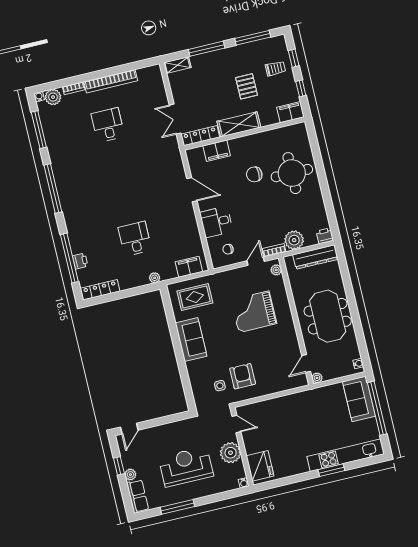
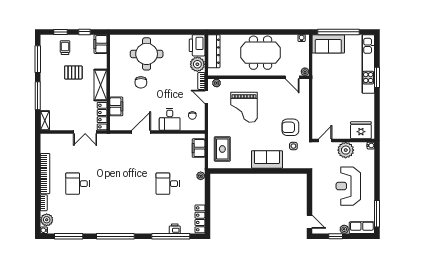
printer: (325, 236) -> (197, 45), width x1.87, depth x1.48
sofa: (191, 340) -> (267, 159), moved
window: (177, 507) -> (377, 214), moved

